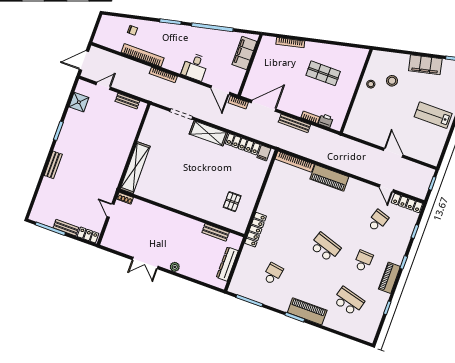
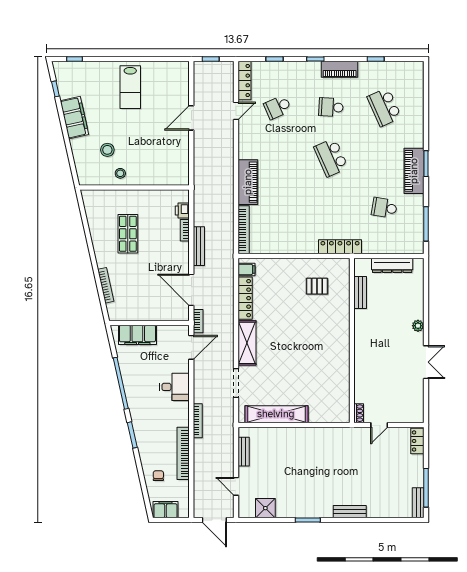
filing cabinet: (105, 26) -> (166, 510), added
shelving: (135, 168) -> (276, 414), moved
school desk: (378, 221) -> (278, 107), turned -42
bench: (66, 228) -> (418, 503), moved
school desk: (325, 247) -> (331, 157), turned -42
school desk: (349, 301) -> (384, 107), turned -39
piano: (307, 311) -> (414, 171), moved

